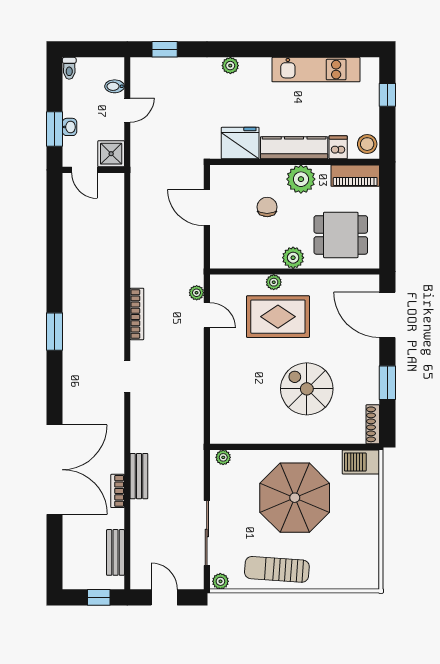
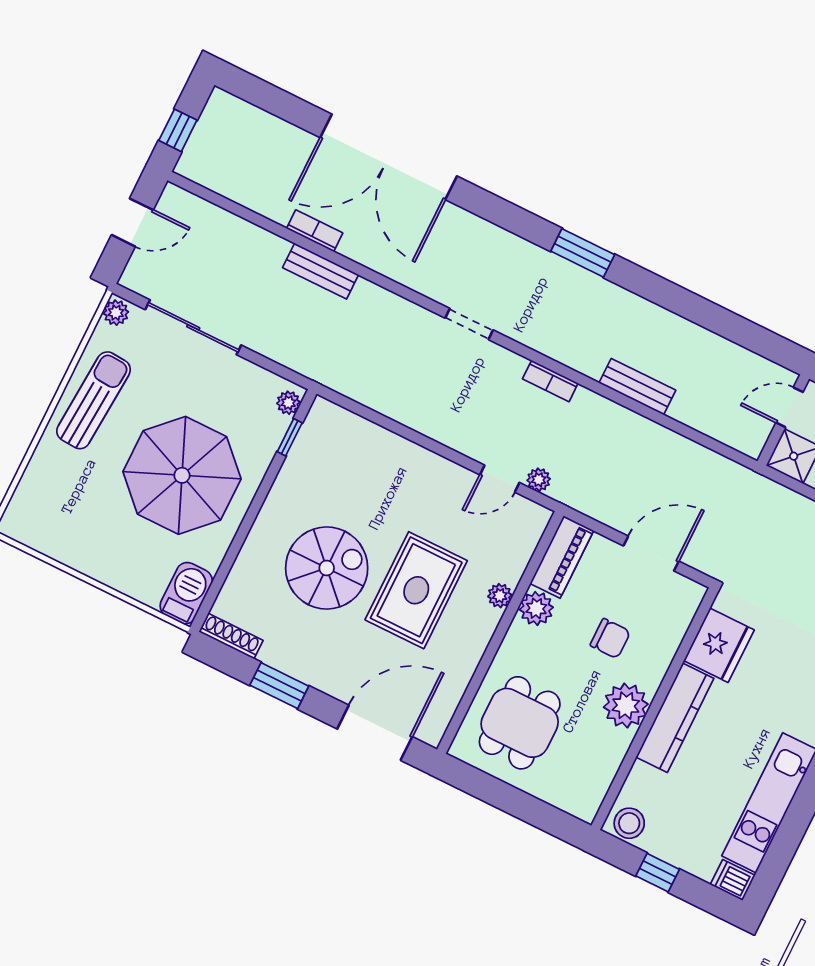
window: (387, 95) -> (658, 873), moved
dishwasher: (338, 147) -> (733, 880), moved, turned 180
piano: (355, 176) -> (562, 557), moved, turned 180
plant: (293, 258) -> (536, 608), moved
bookcase: (137, 314) -> (550, 381), width x0.64
rug: (278, 317) -> (416, 590), moved
window: (243, 447) -> (290, 437), added
bench: (115, 552) -> (637, 387), moved

